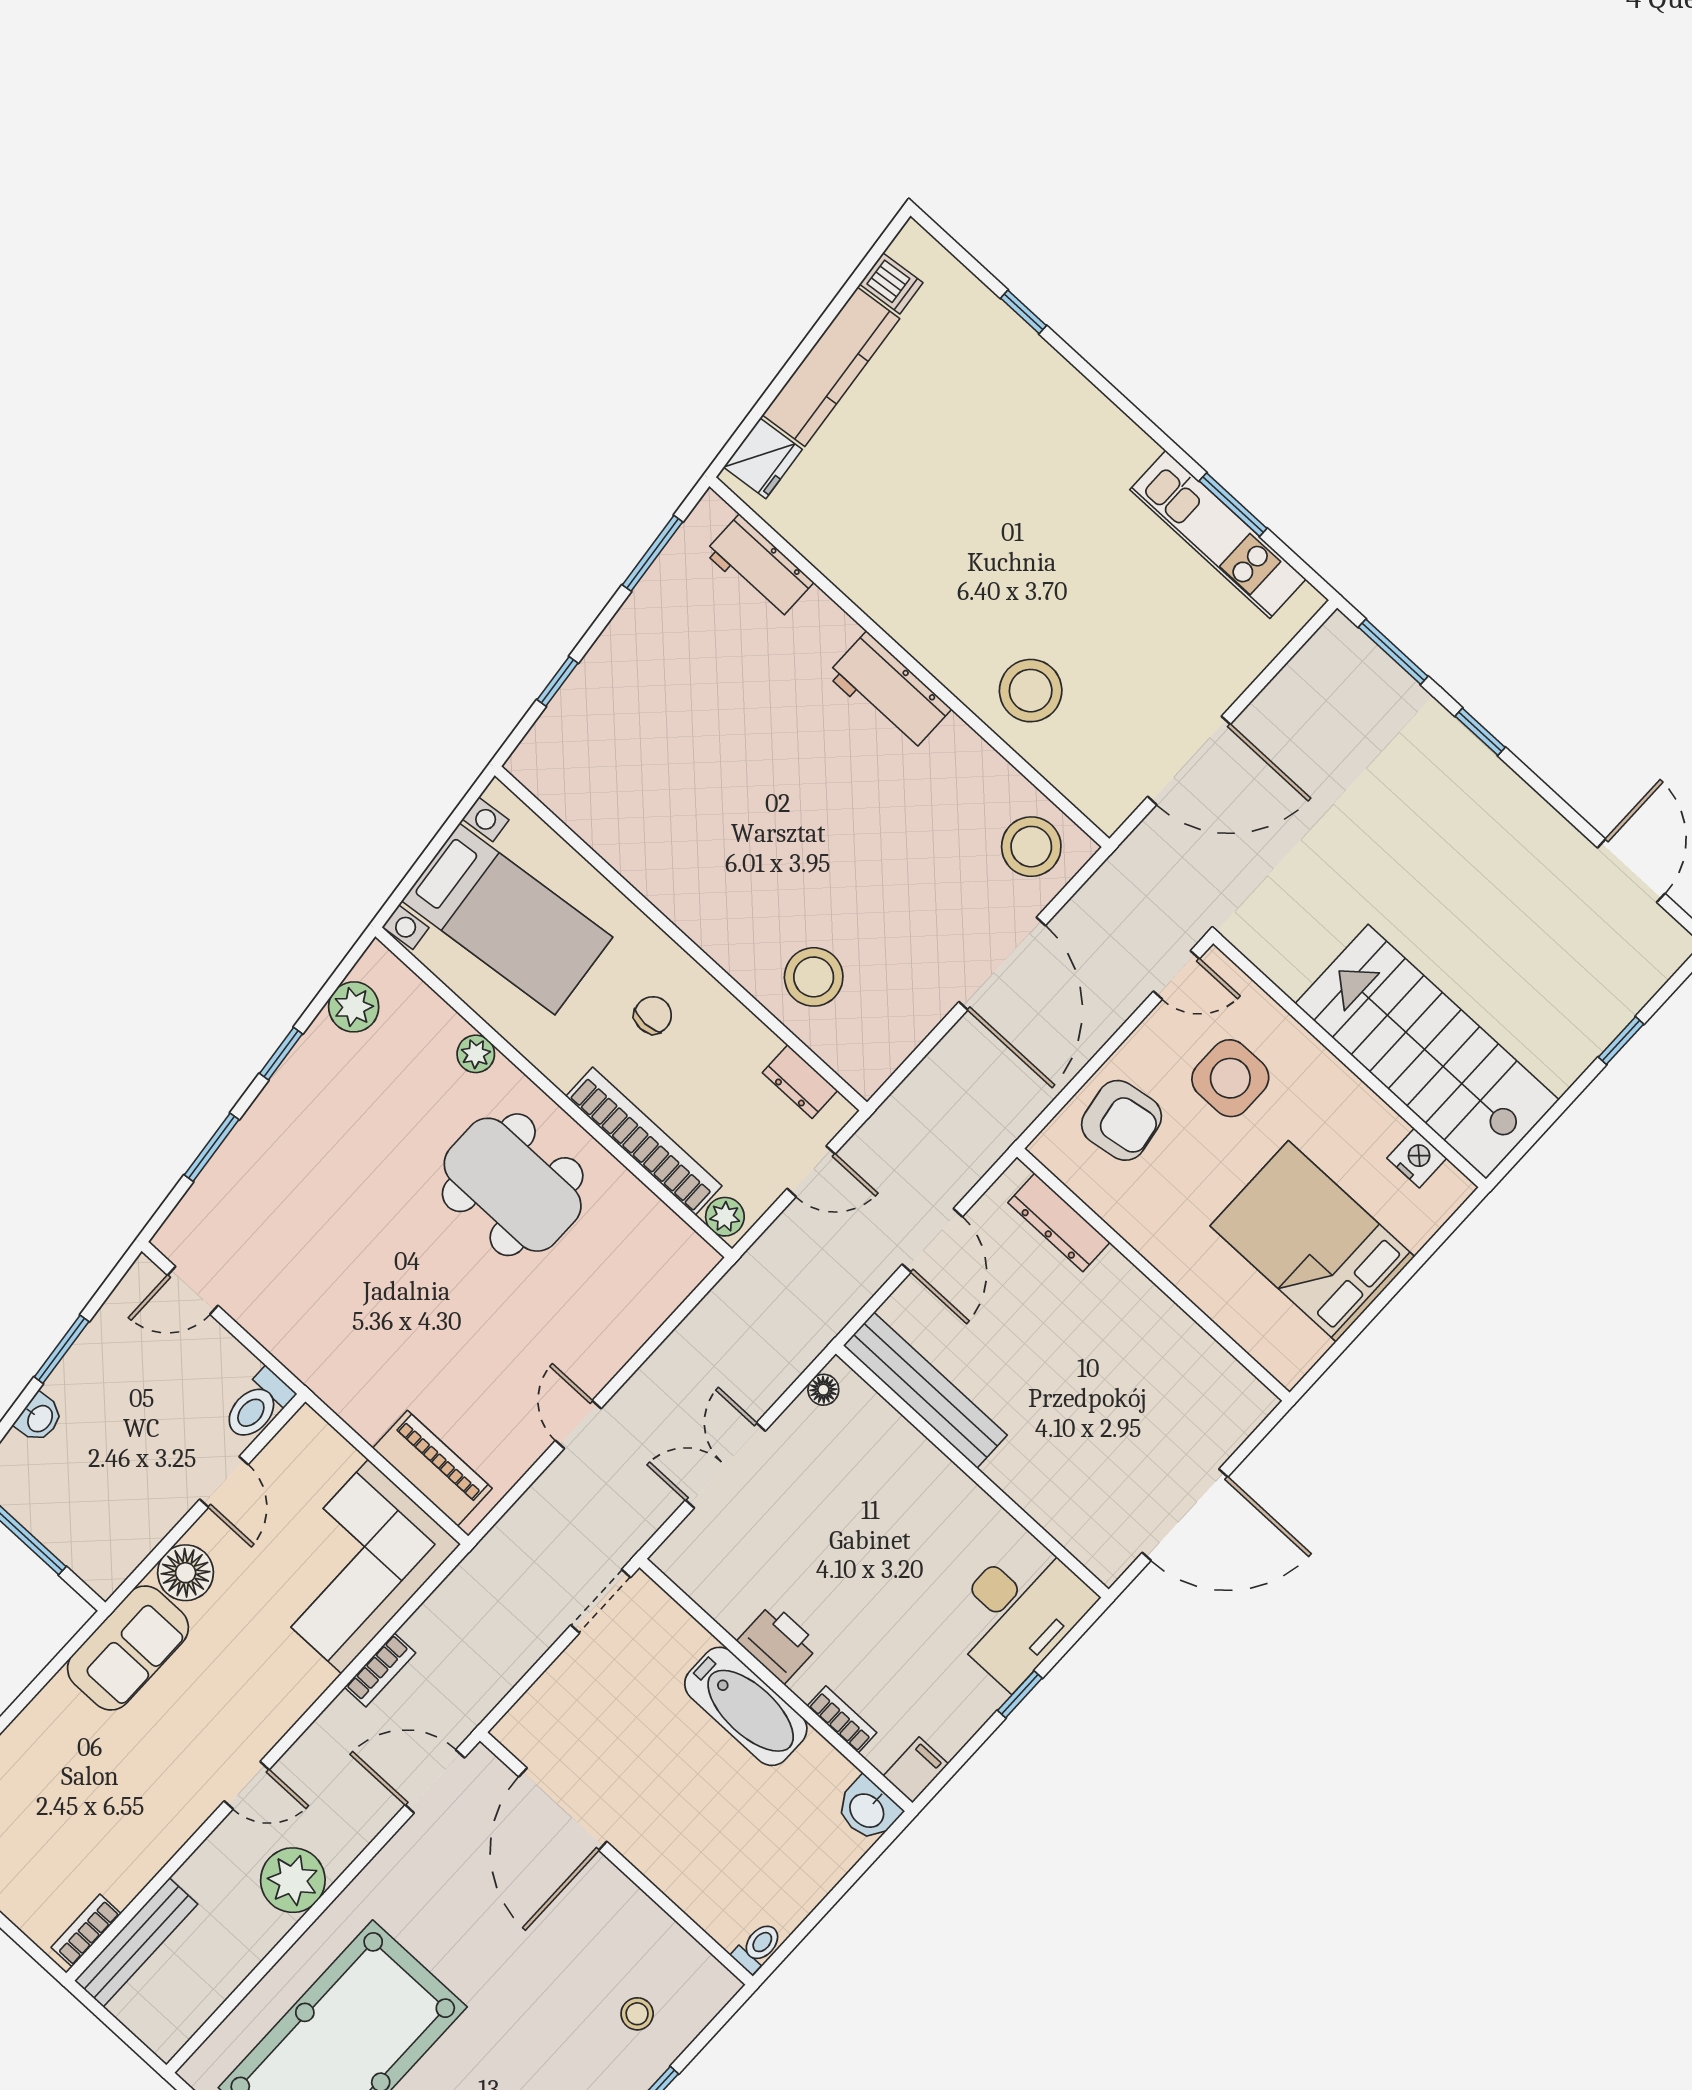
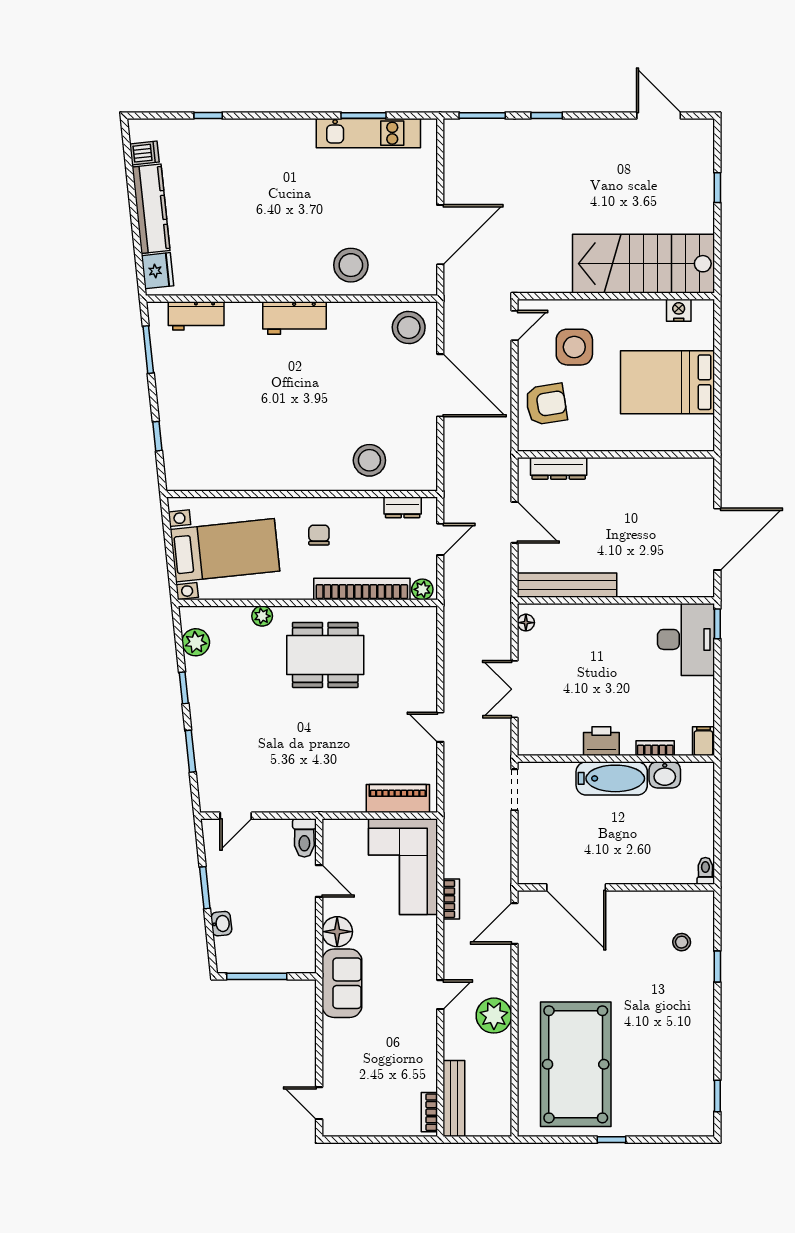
window: (1020, 1694) -> (717, 624), moved
washbasin: (868, 1810) -> (665, 775), moved

